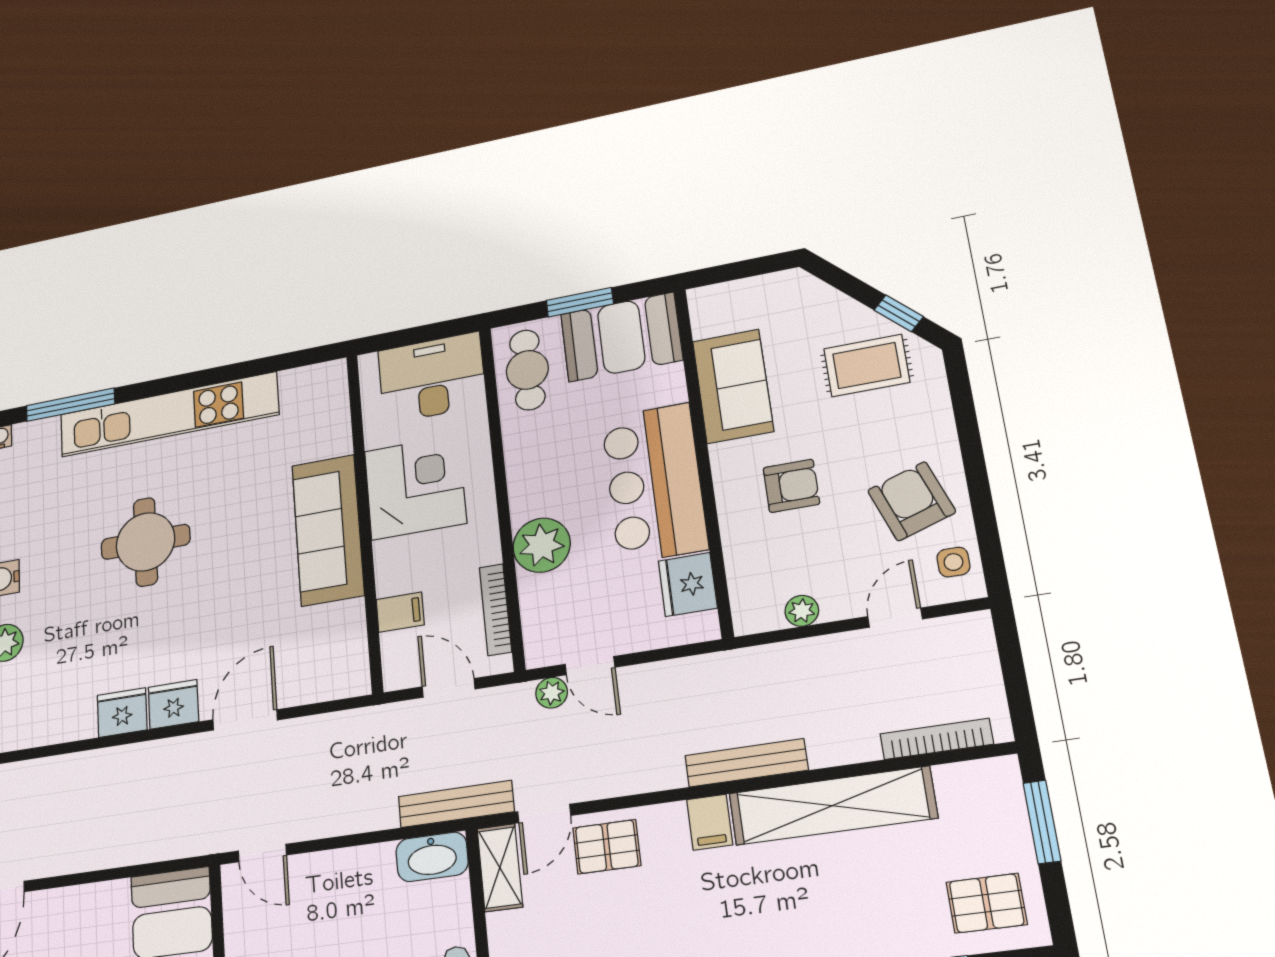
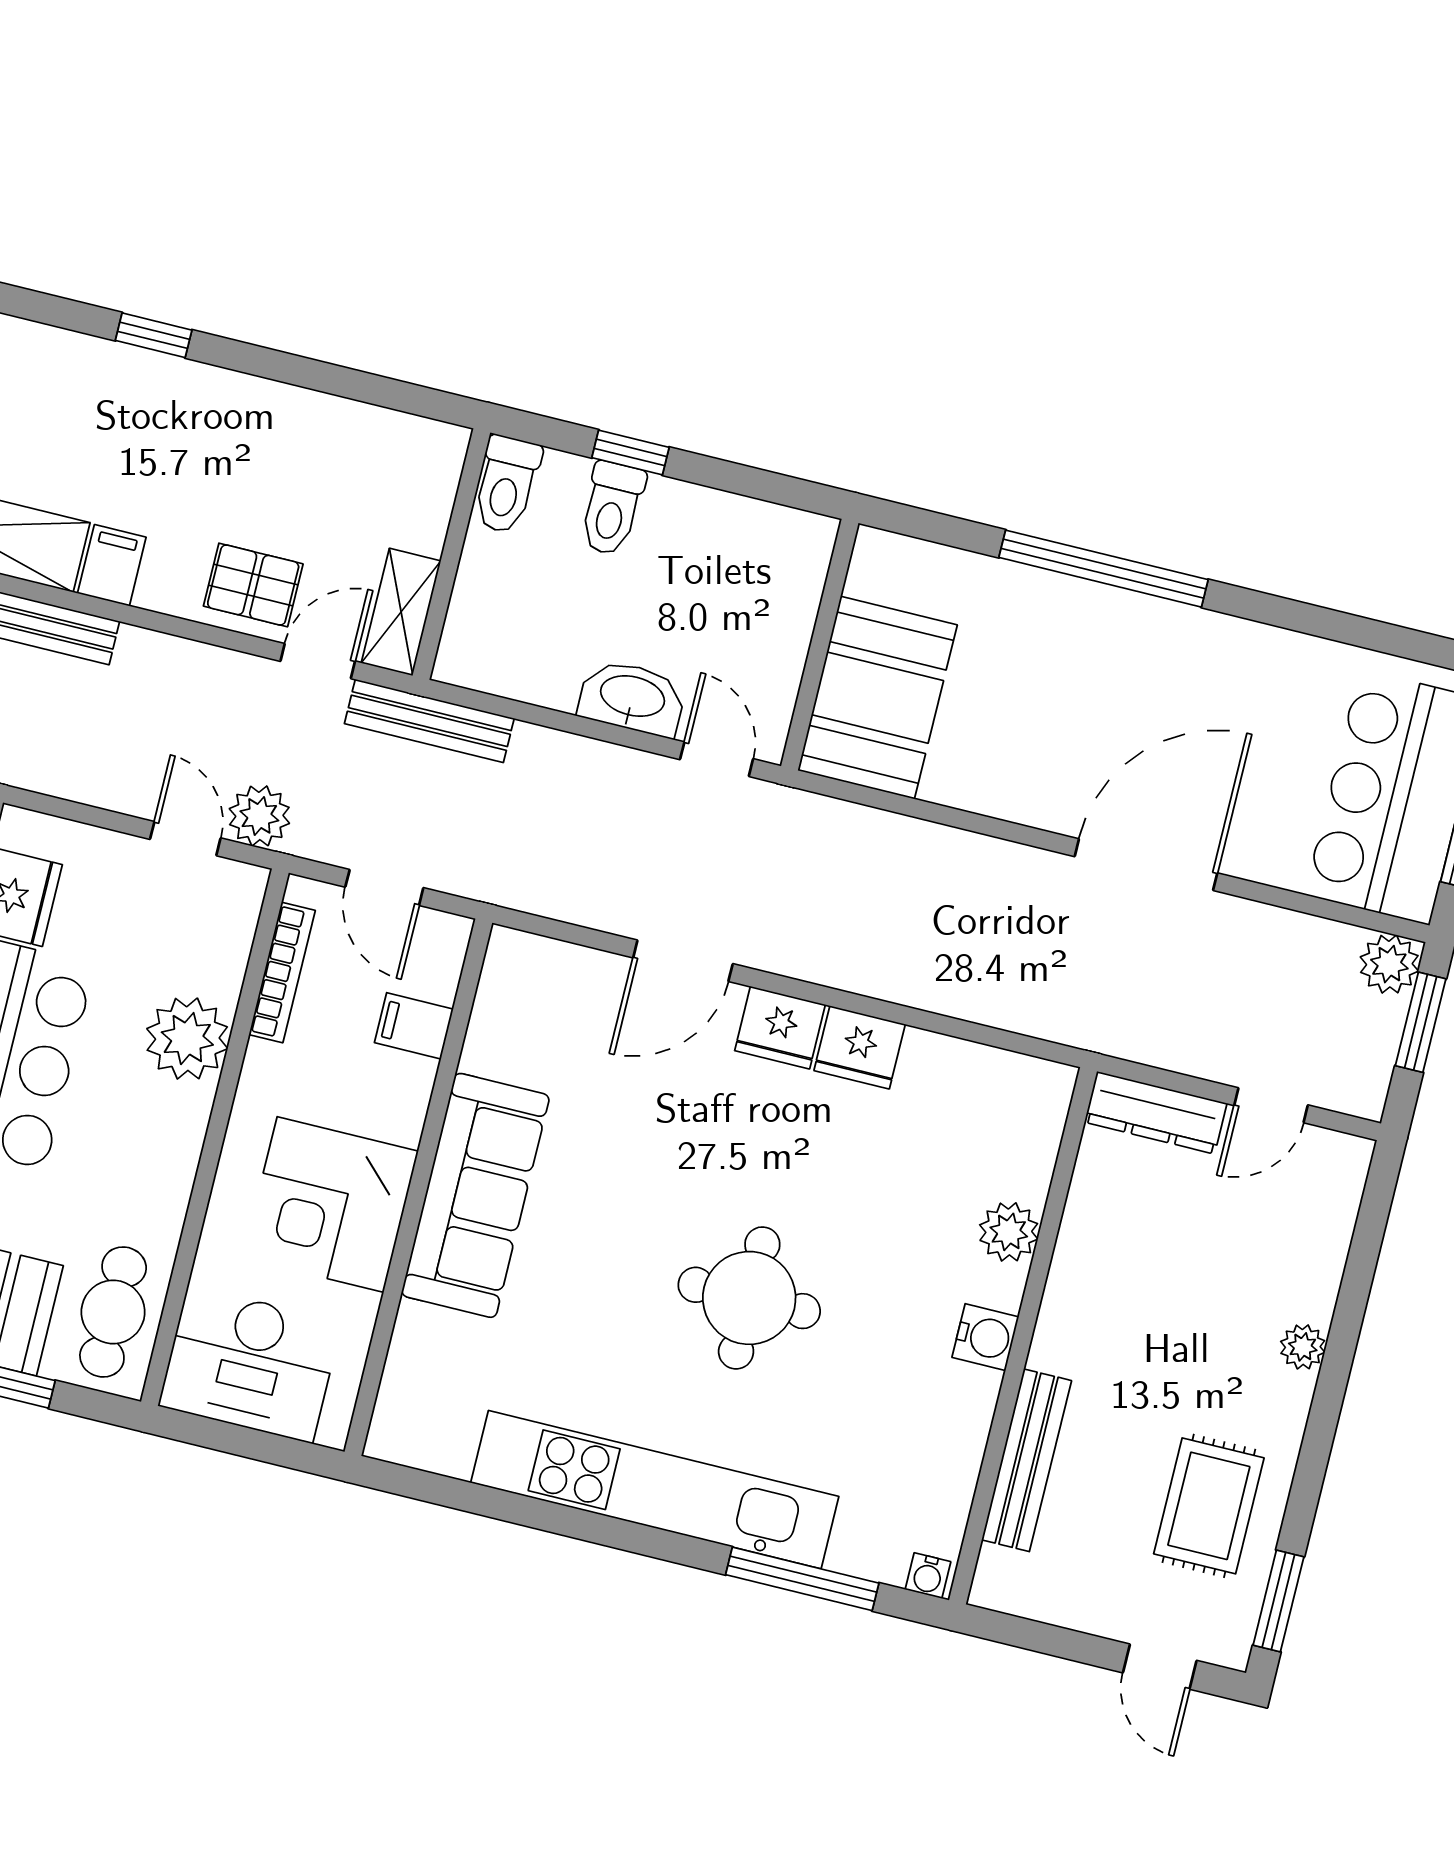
plant: (552, 693) -> (259, 816), width x1.38, depth x1.38
washbasin: (432, 857) -> (632, 698), moved

